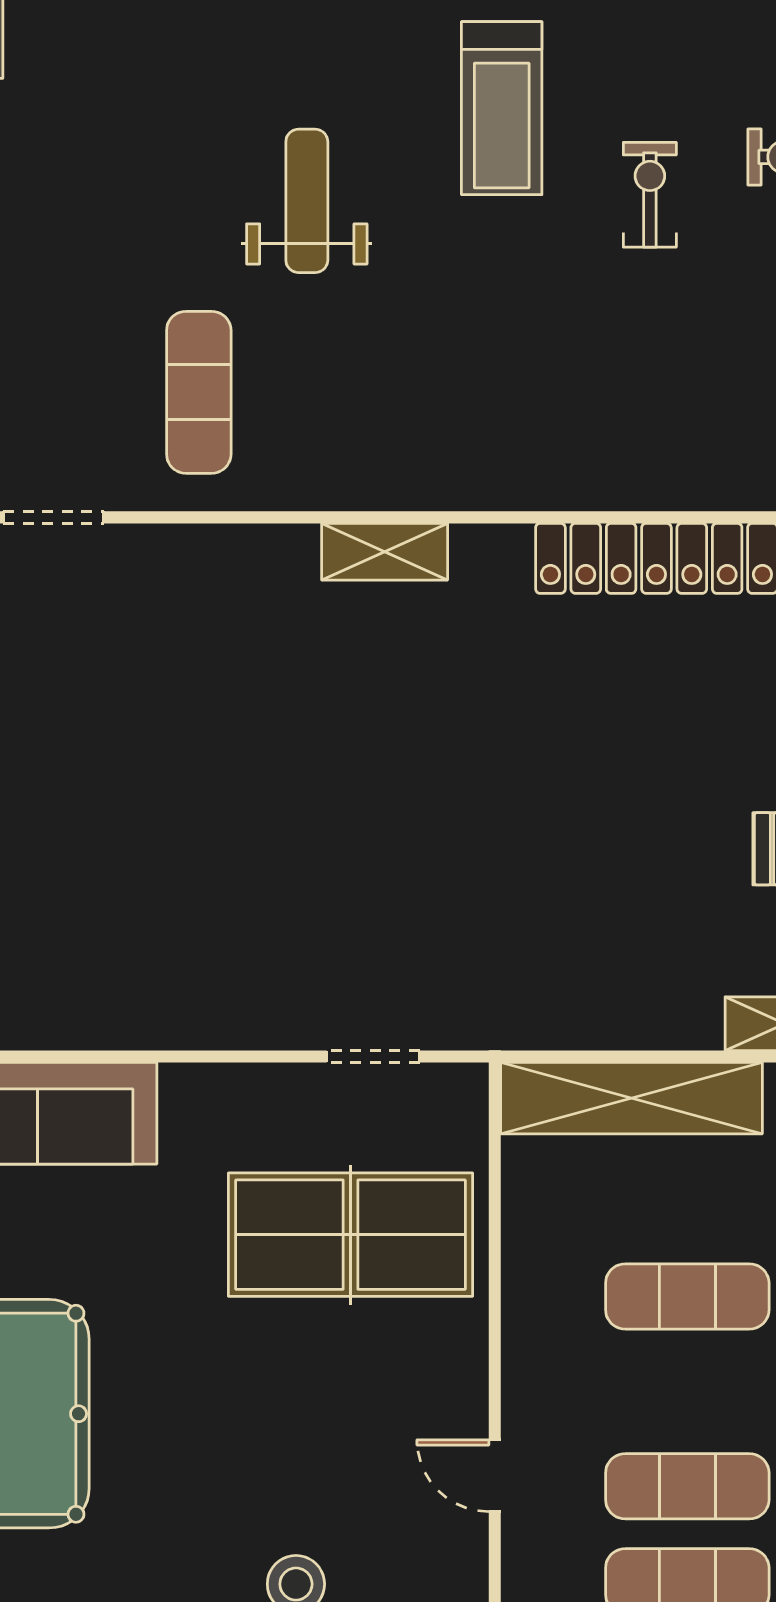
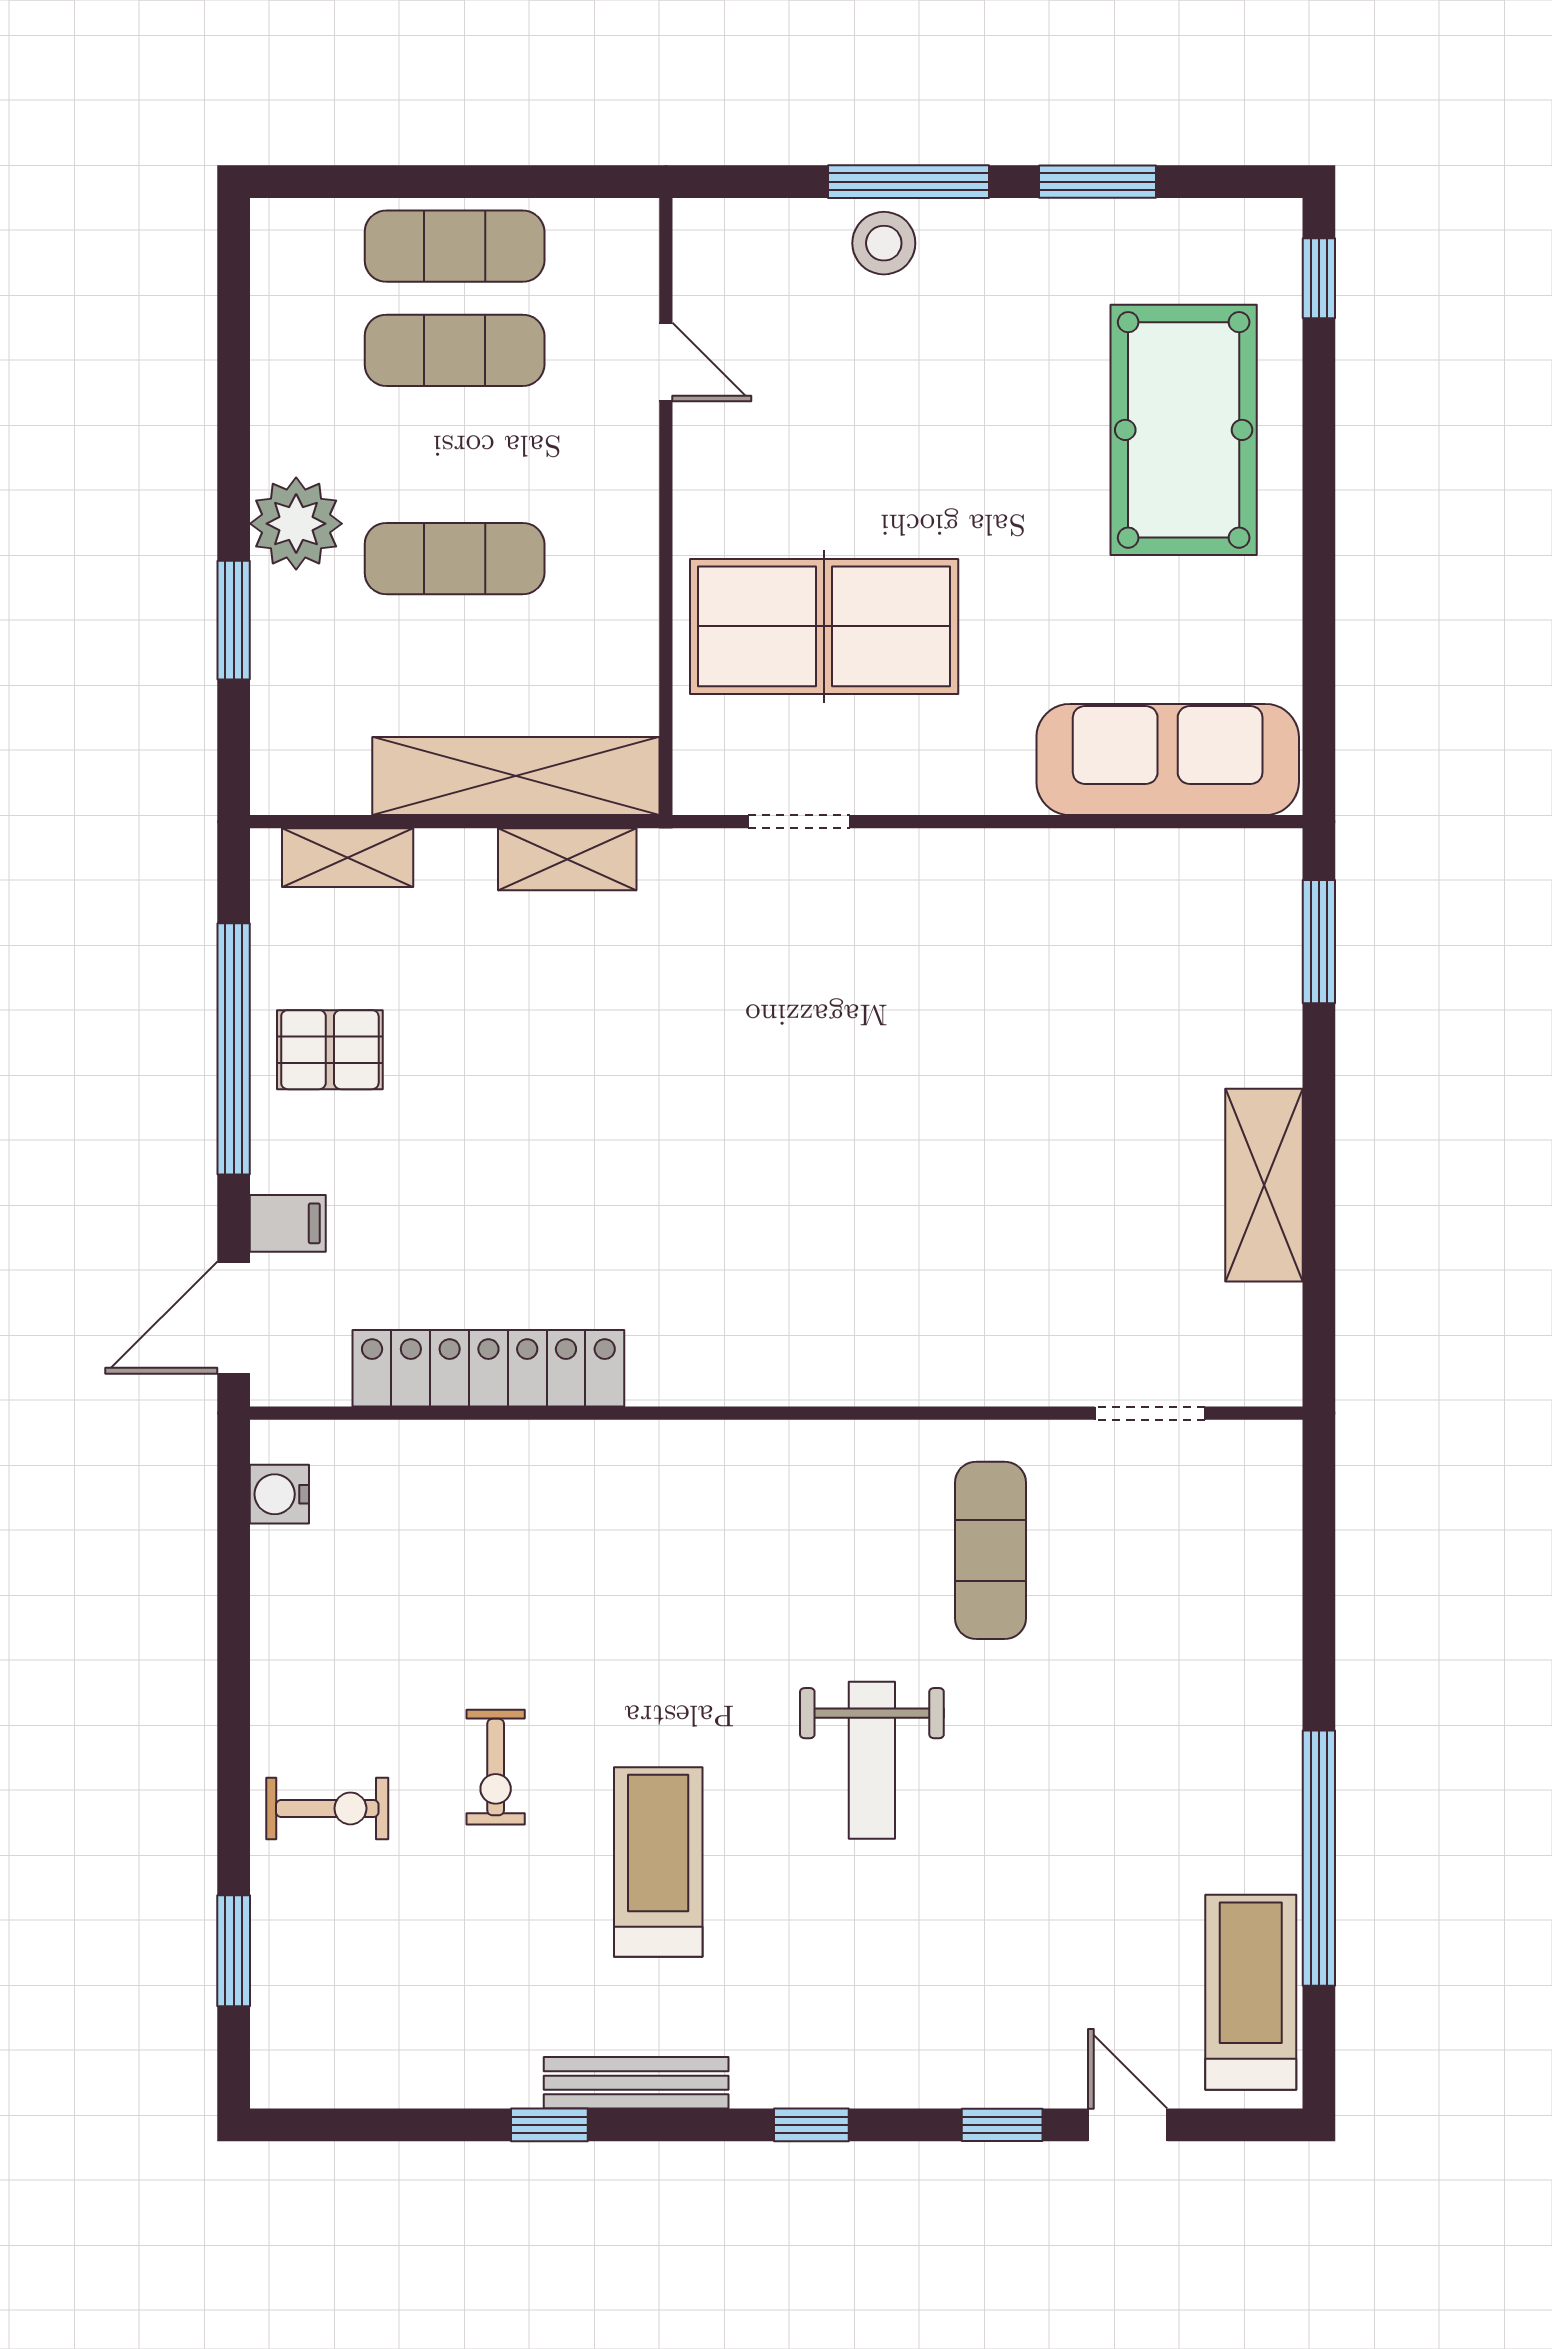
shelving: (385, 552) -> (567, 859), moved

